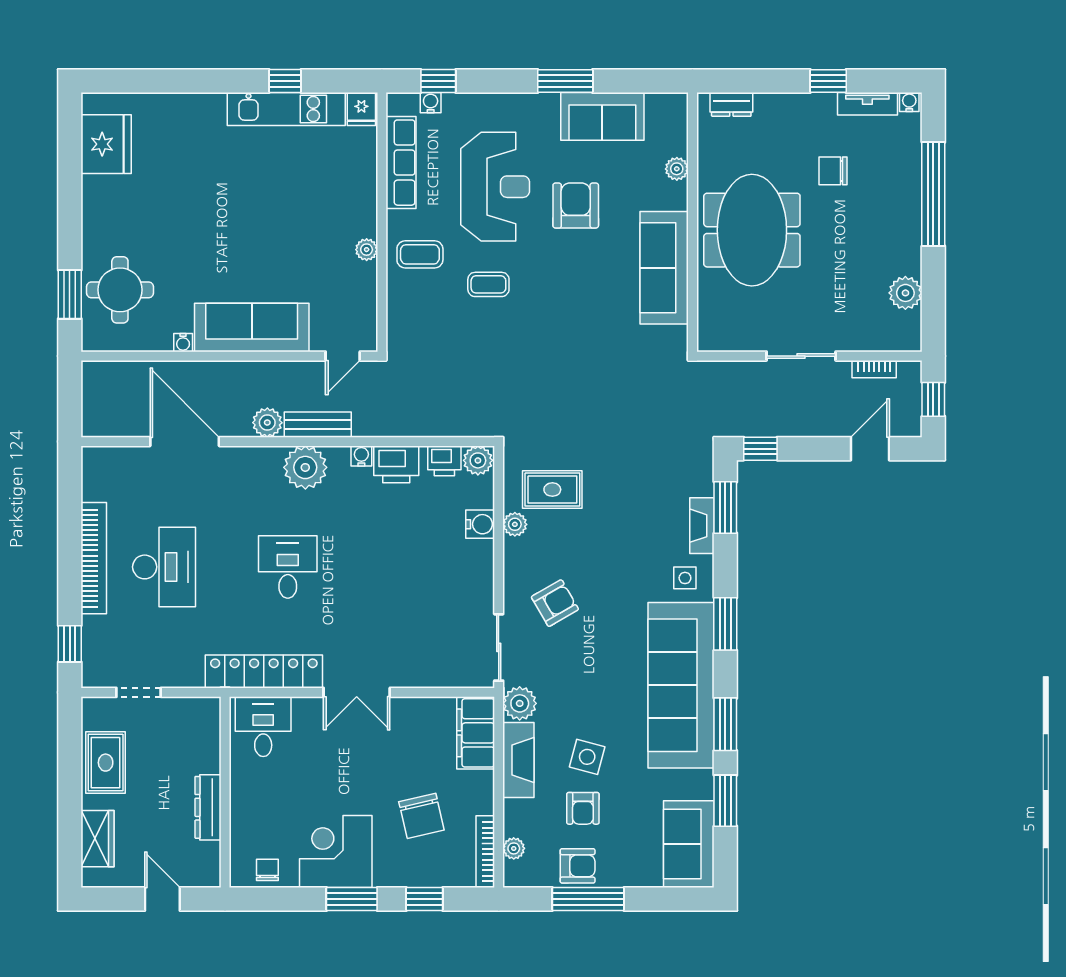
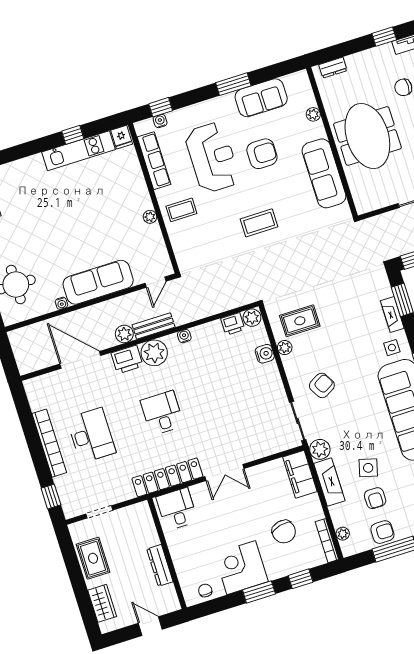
armchair: (576, 206) -> (262, 154), turned 90
coffee table: (488, 284) -> (259, 223), moved, width x1.36, depth x1.30
printer: (396, 464) -> (127, 359), moved

